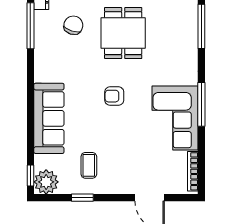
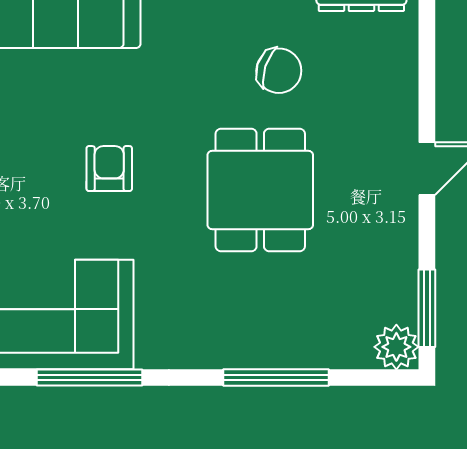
dining table: (123, 33) -> (260, 190), turned 90

